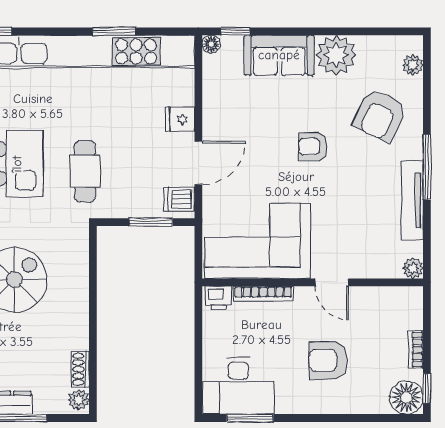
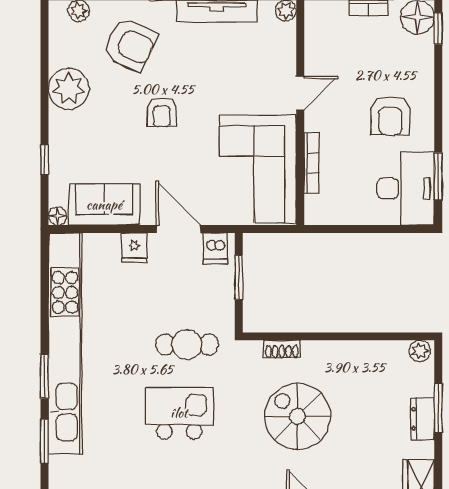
window: (114, 31) -> (44, 376), moved
window: (235, 31) -> (44, 160), moved
sofa: (279, 55) -> (104, 205), moved, turned -90
printer: (218, 298) -> (316, 209), removed
armchair: (328, 360) -> (390, 116), moved
shoe rack: (80, 369) -> (282, 349), moved
window: (395, 418) -> (438, 28), added

